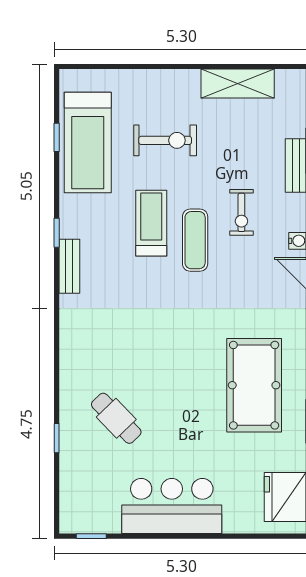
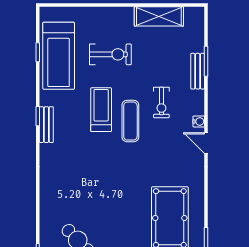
bench: (69, 266) -> (46, 125), moved

